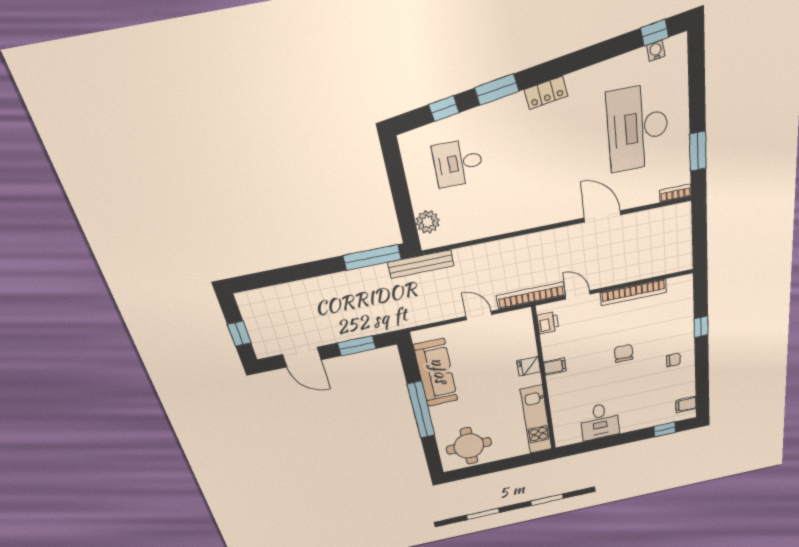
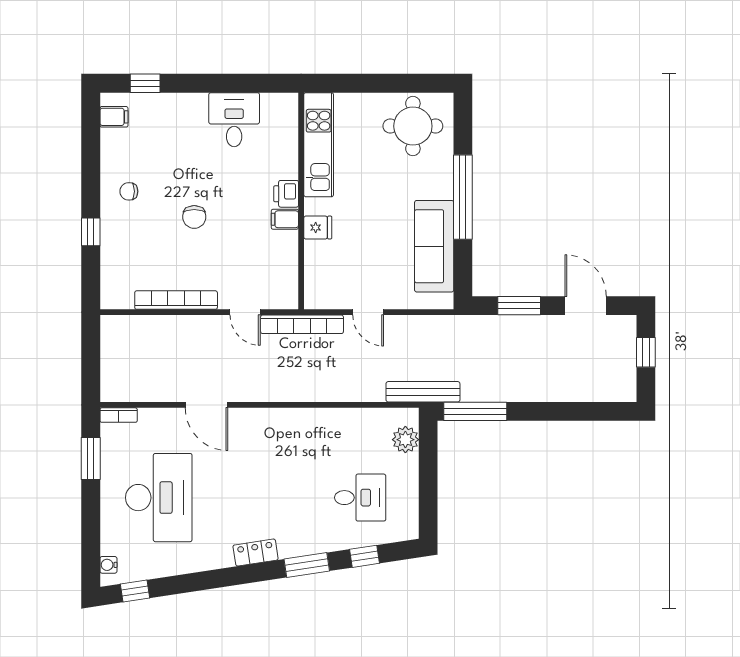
water cooler: (656, 51) -> (108, 565), moved, turned 99
printer: (548, 323) -> (286, 194), moved

